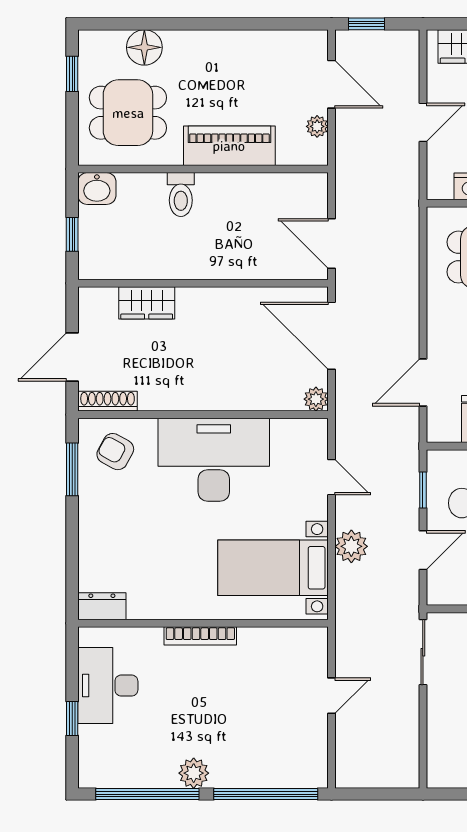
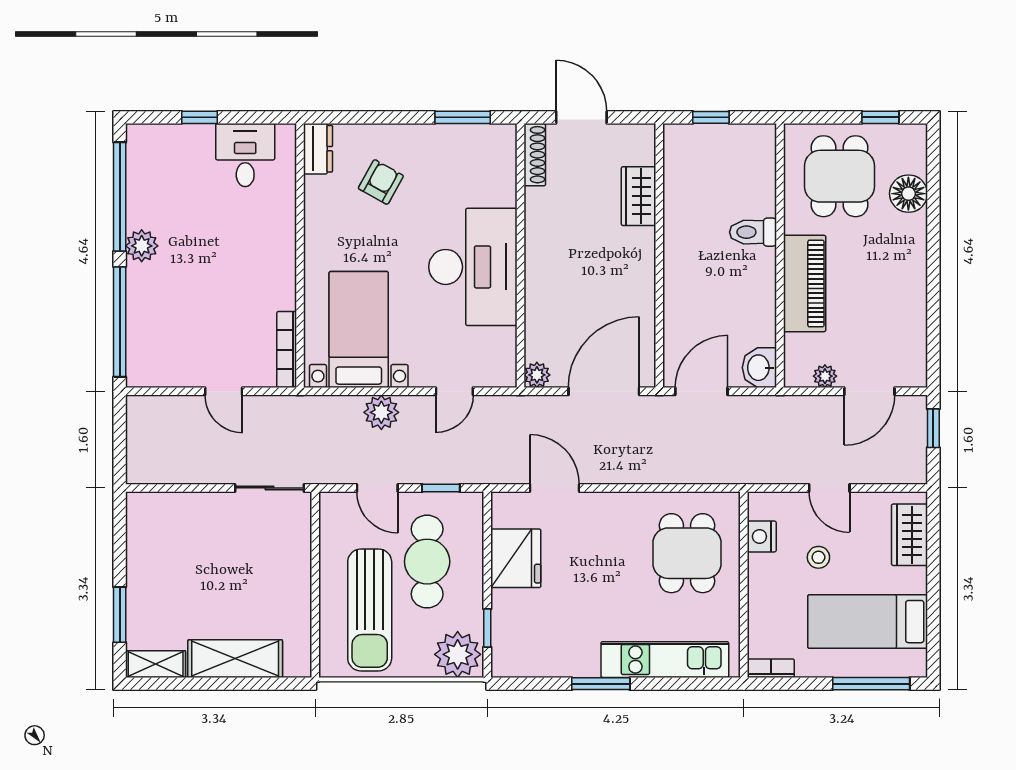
washbasin: (97, 189) -> (759, 368), moved
armchair: (115, 452) -> (381, 182), moved
bookcase: (200, 636) -> (287, 350), moved
desk: (108, 686) -> (245, 155), width x0.73

